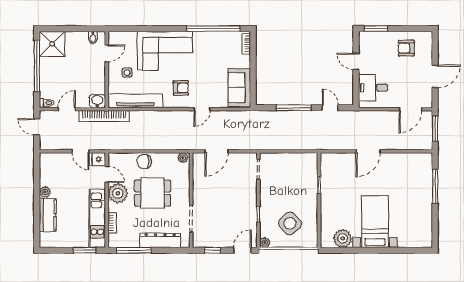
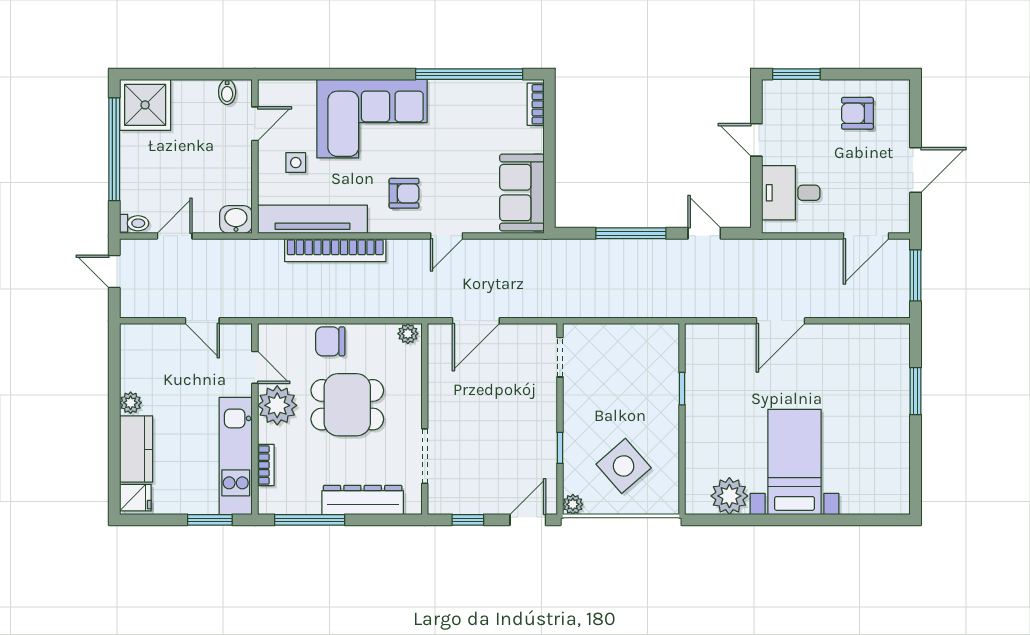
bookcase: (104, 116) -> (335, 250), moved
fridge: (98, 159) -> (135, 498), moved, turned 180
window: (435, 186) -> (916, 391), width x0.69

